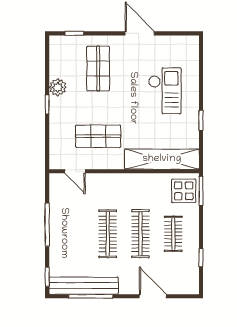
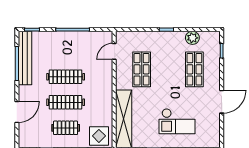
shop shelf: (98, 68) -> (194, 69), turned 90
plant: (58, 87) -> (192, 38), moved

